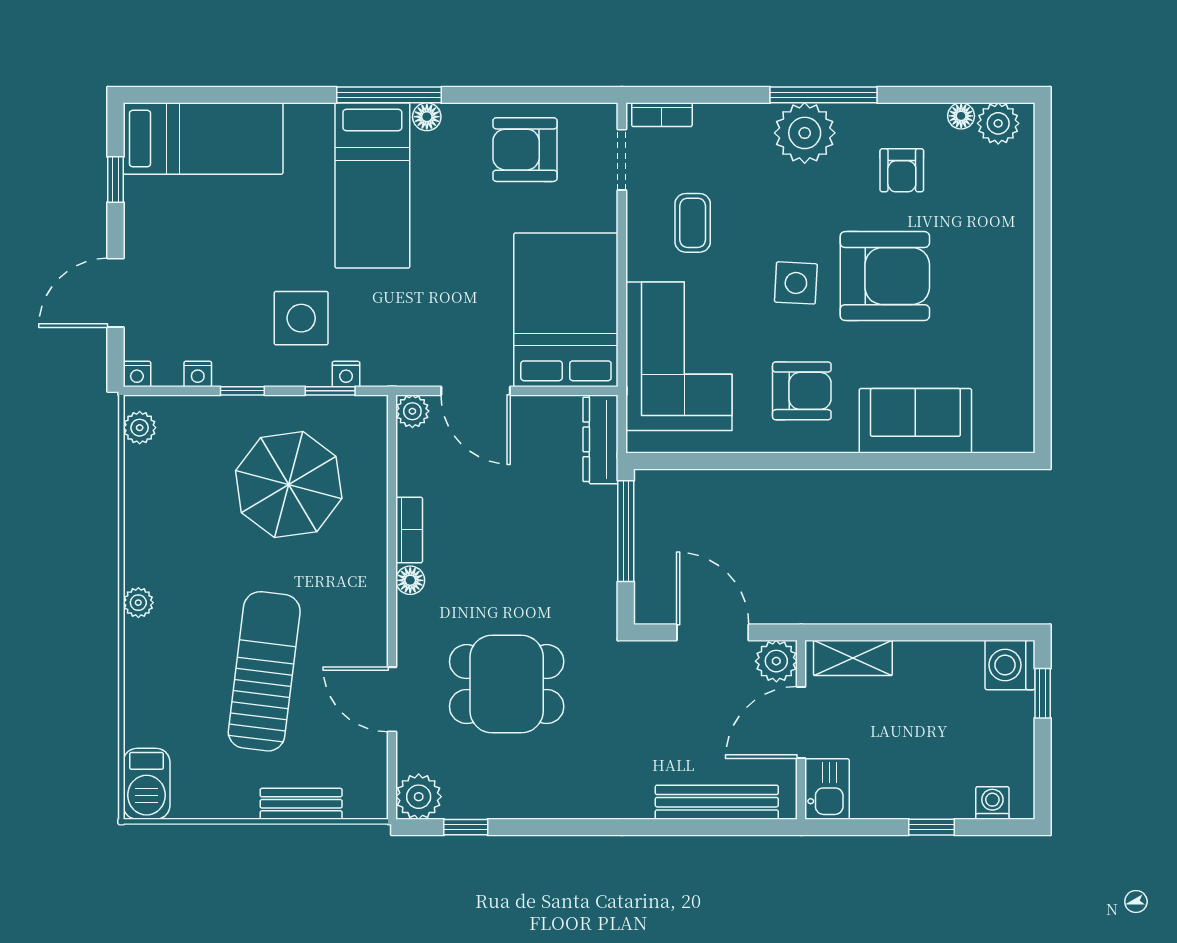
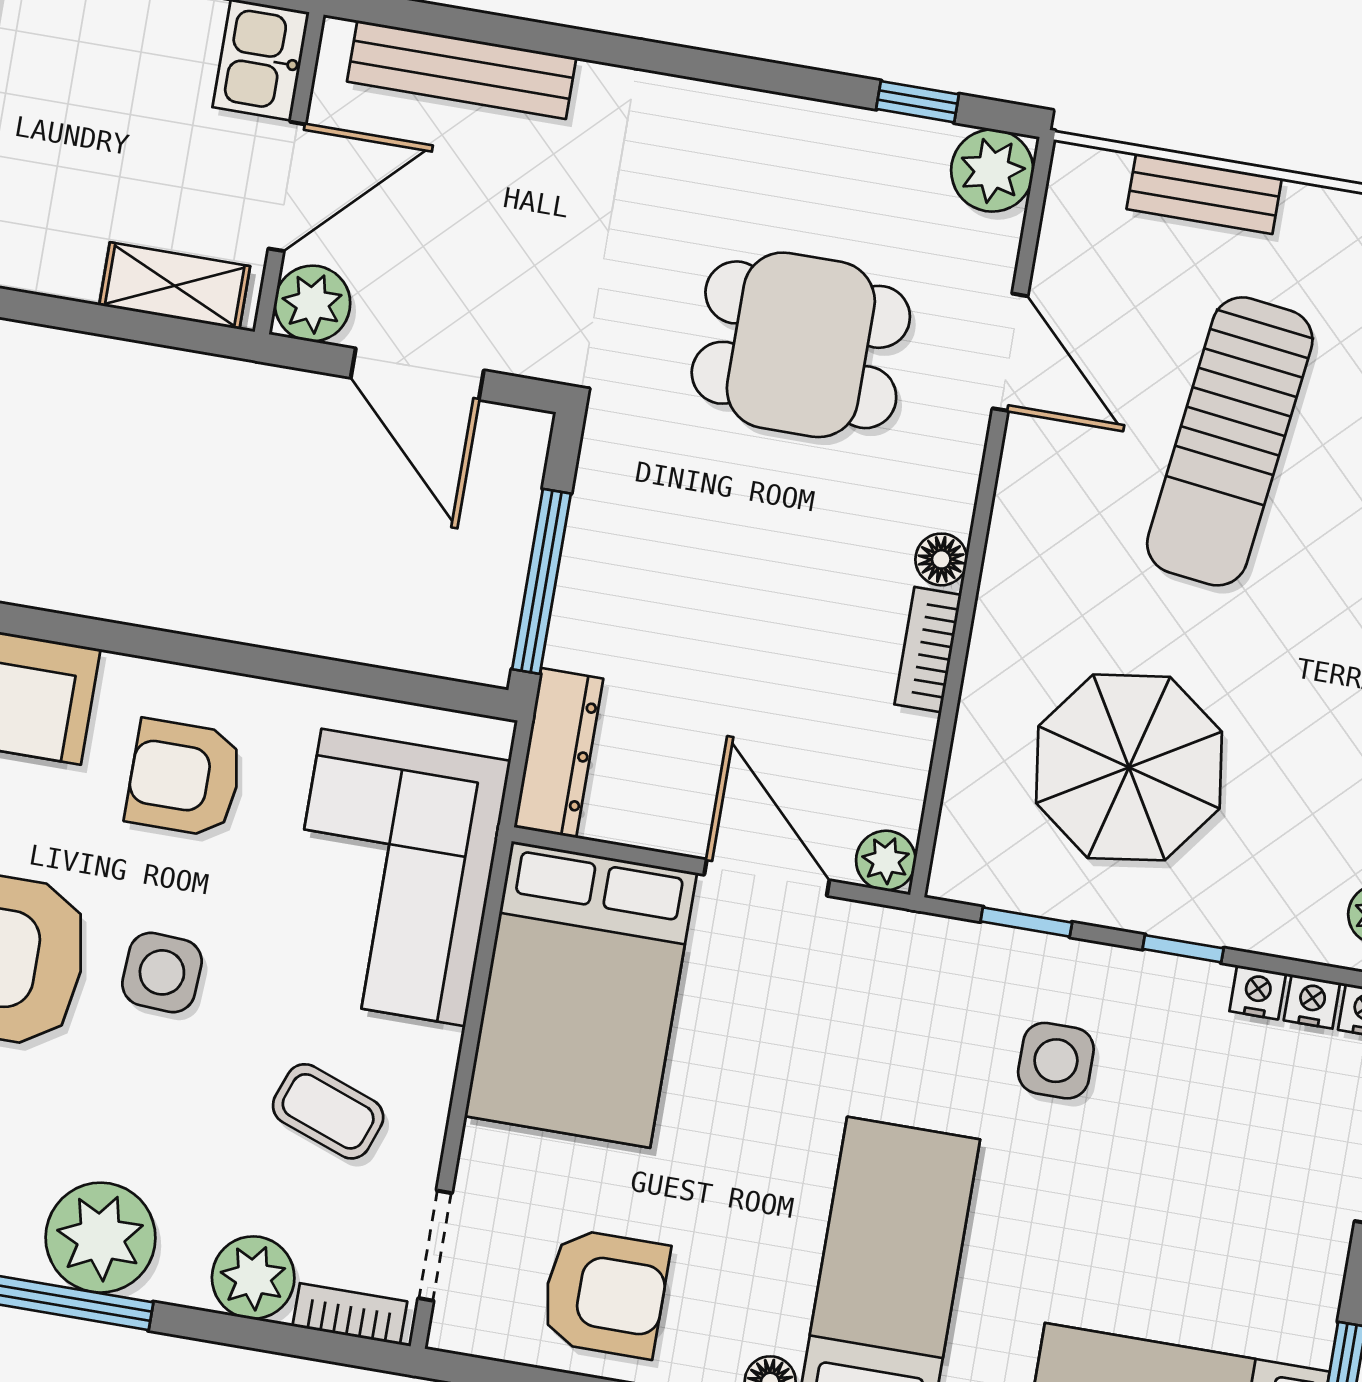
plant: (718, 125) -> (253, 1278), added
coffee table: (693, 223) -> (328, 1111), turned -70
side table: (301, 318) -> (1056, 1061), width x0.73, depth x0.73
nightstand: (346, 374) -> (1312, 1002), moved

